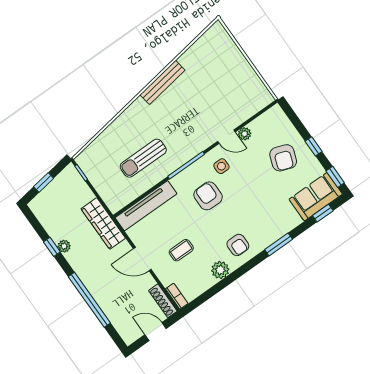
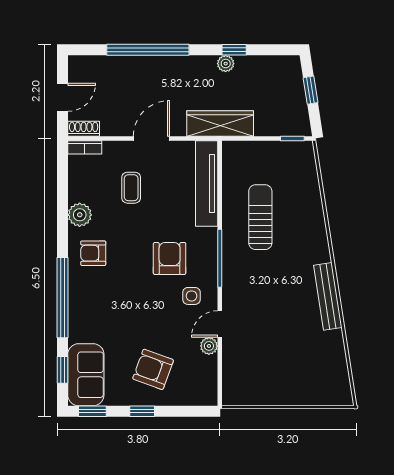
armchair: (208, 196) -> (170, 258), turned -90
window: (279, 244) -> (63, 298), width x2.11
shoe rack: (163, 301) -> (84, 129), width x0.70

